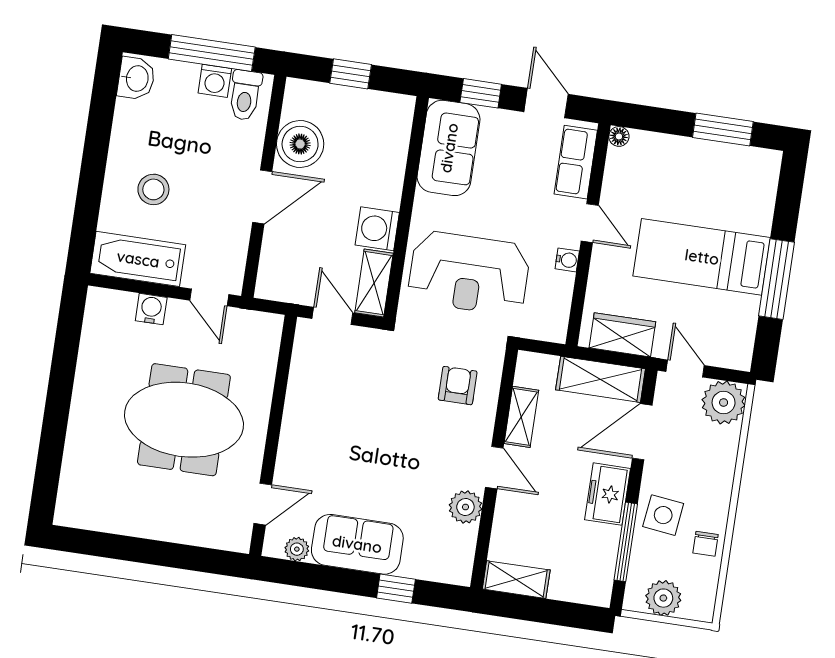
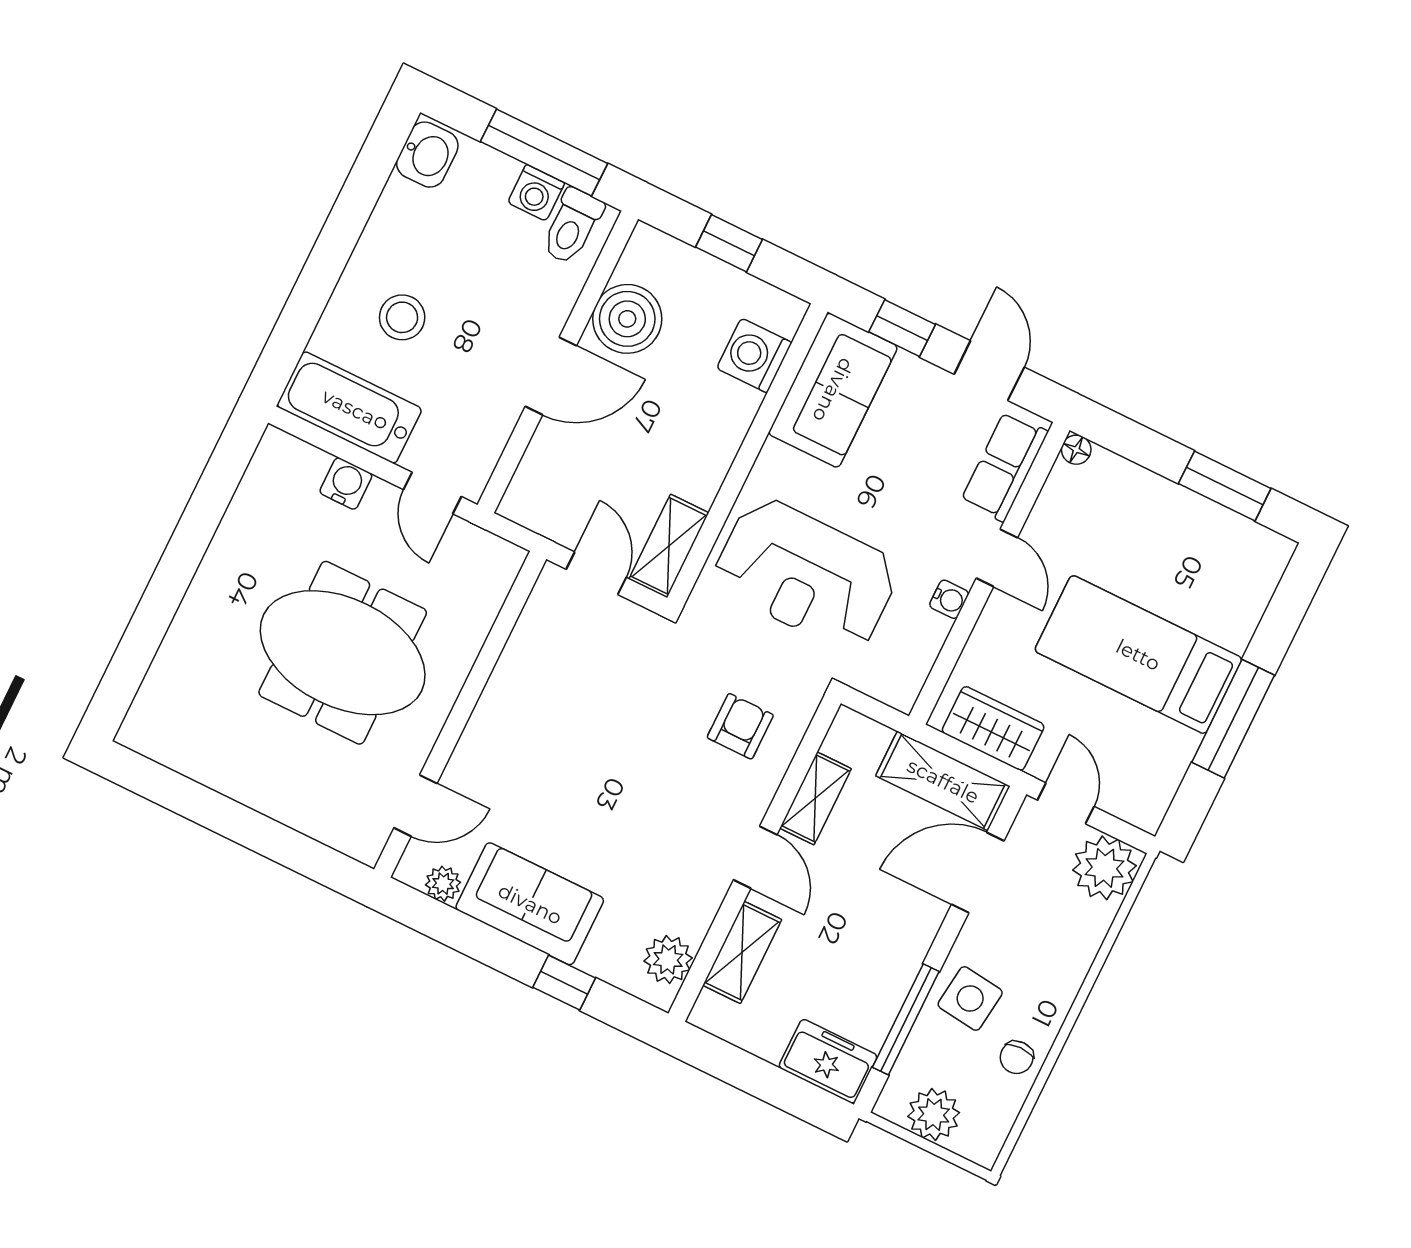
washing machine: (377, 229) -> (754, 356), moved
freezer: (608, 494) -> (828, 1061), moved, turned 90
plant: (465, 507) -> (668, 959), moved
shelving: (516, 580) -> (742, 952), moved, turned 90

